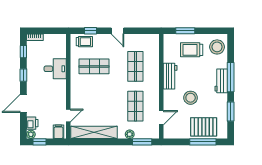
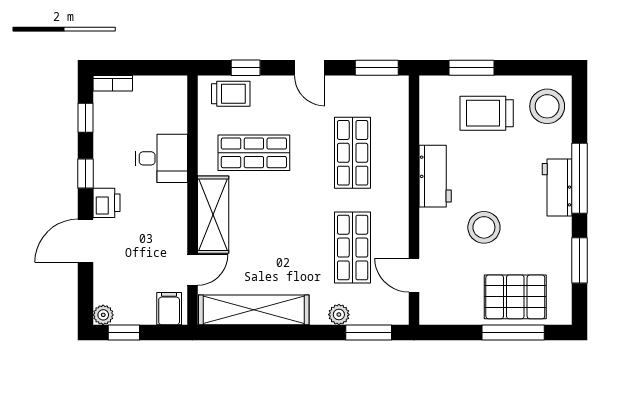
window: (146, 31) -> (377, 68), added
shelving: (77, 92) -> (213, 215), added
door: (161, 118) -> (414, 275), swing flipped
printer: (32, 123) -> (107, 203), moved

